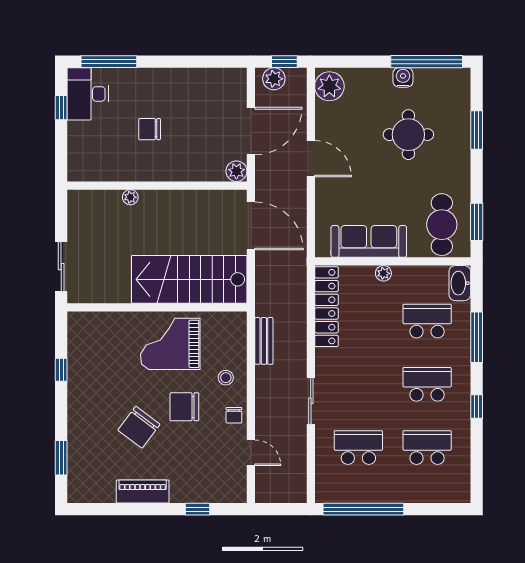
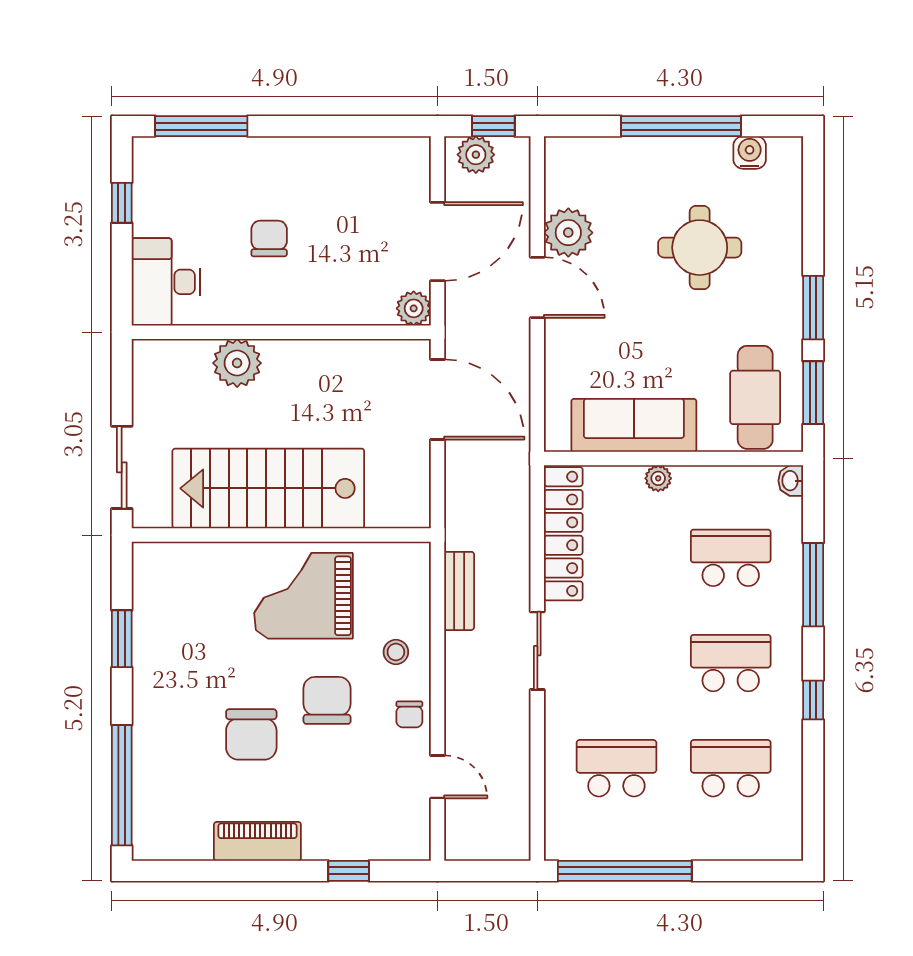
window: (427, 62) -> (681, 126), moved
water cooler: (403, 77) -> (750, 152), moved
plant: (329, 86) -> (568, 233), moved
desk: (88, 94) -> (166, 282), moved
chair: (150, 129) -> (269, 239), turned 90
window: (477, 130) -> (813, 308), moved
plant: (130, 197) -> (237, 363), width x1.87, depth x1.87
stairs: (189, 279) -> (268, 488), moved
washbasin: (460, 283) -> (791, 481), width x0.52, depth x0.69
window: (61, 370) -> (122, 639), width x1.50
sliding door: (311, 401) -> (537, 651), moved
chair: (184, 407) -> (327, 700), turned 90
chair: (139, 427) -> (251, 734), turned -37
window: (61, 458) -> (122, 785), width x2.11

